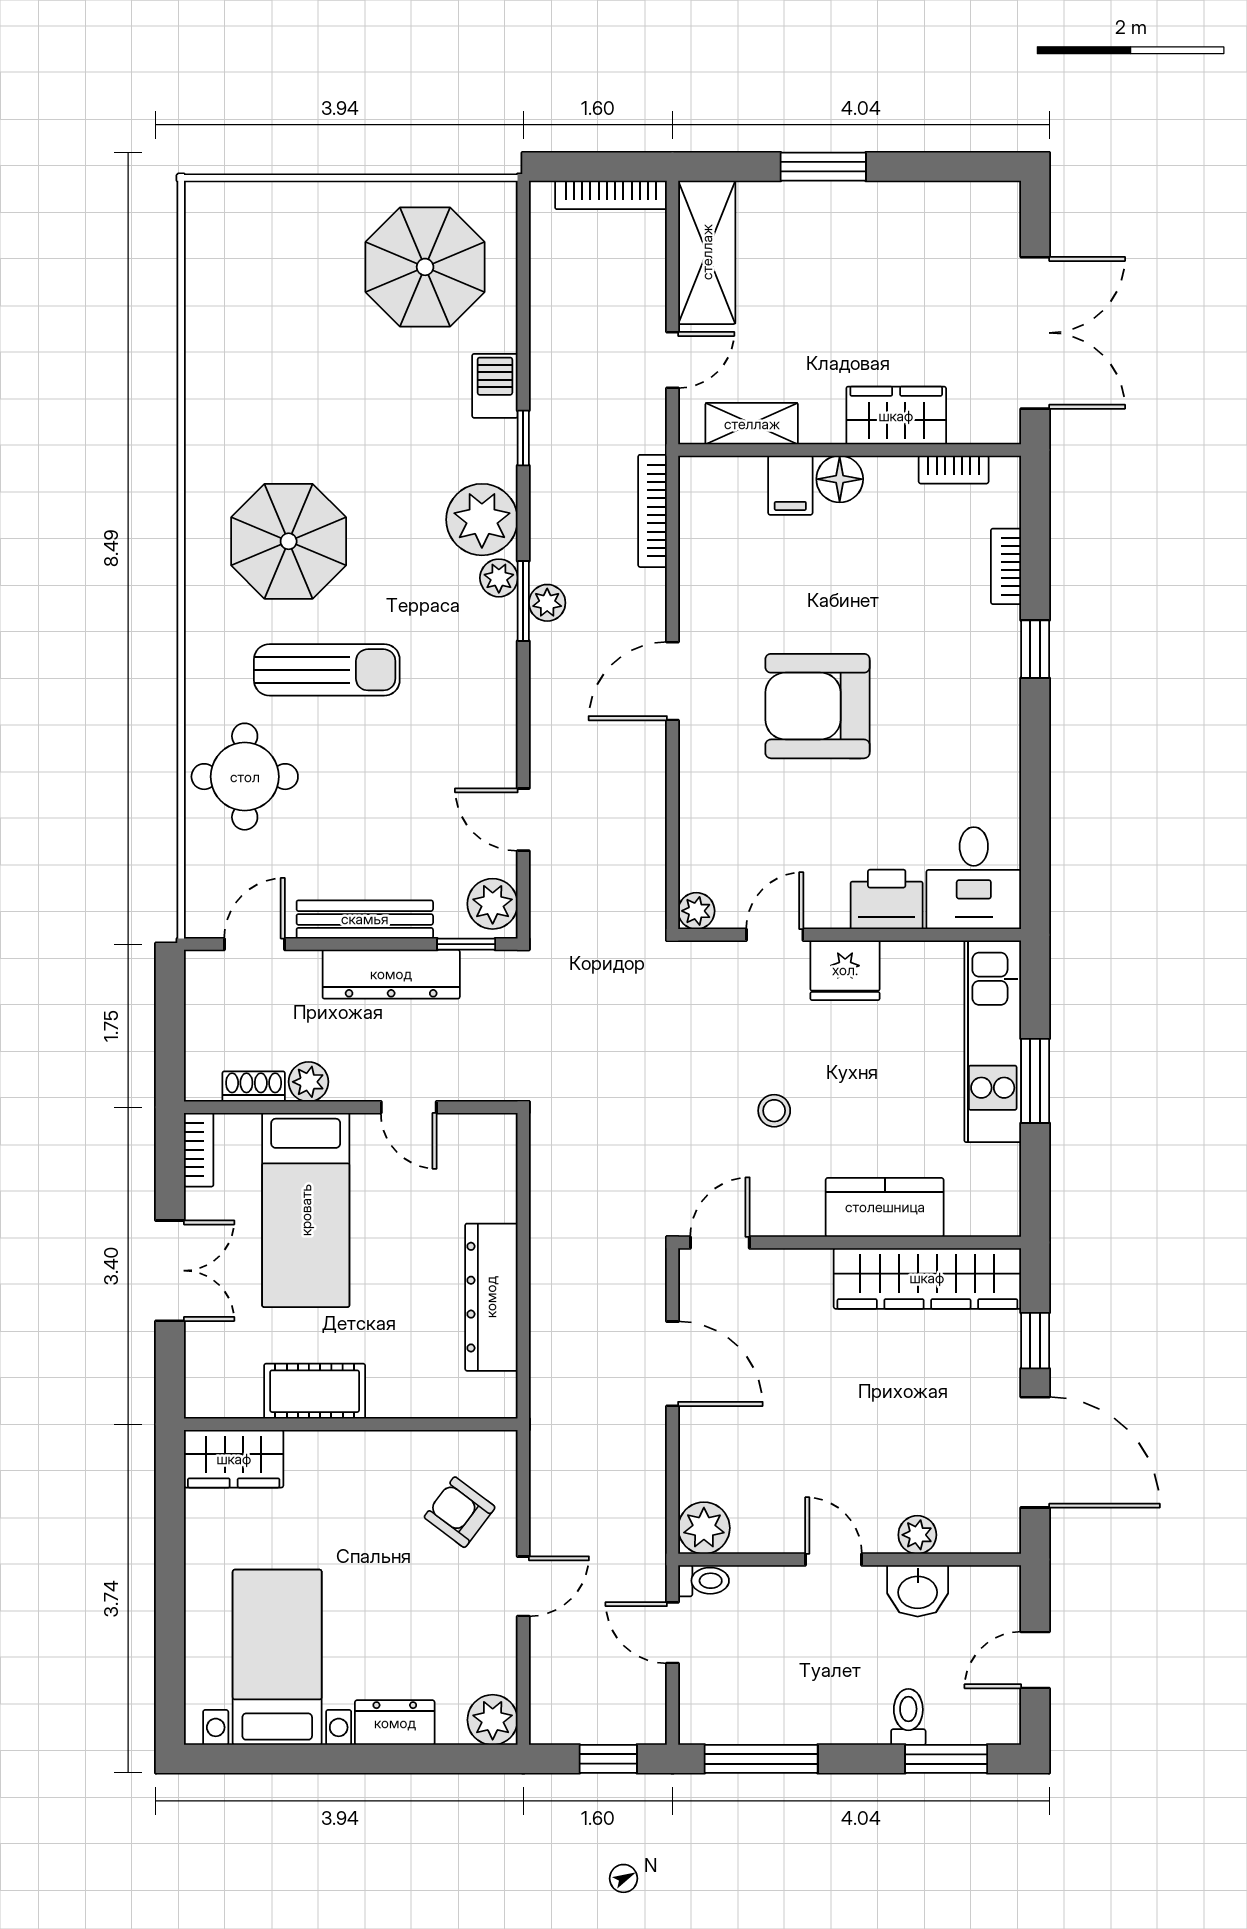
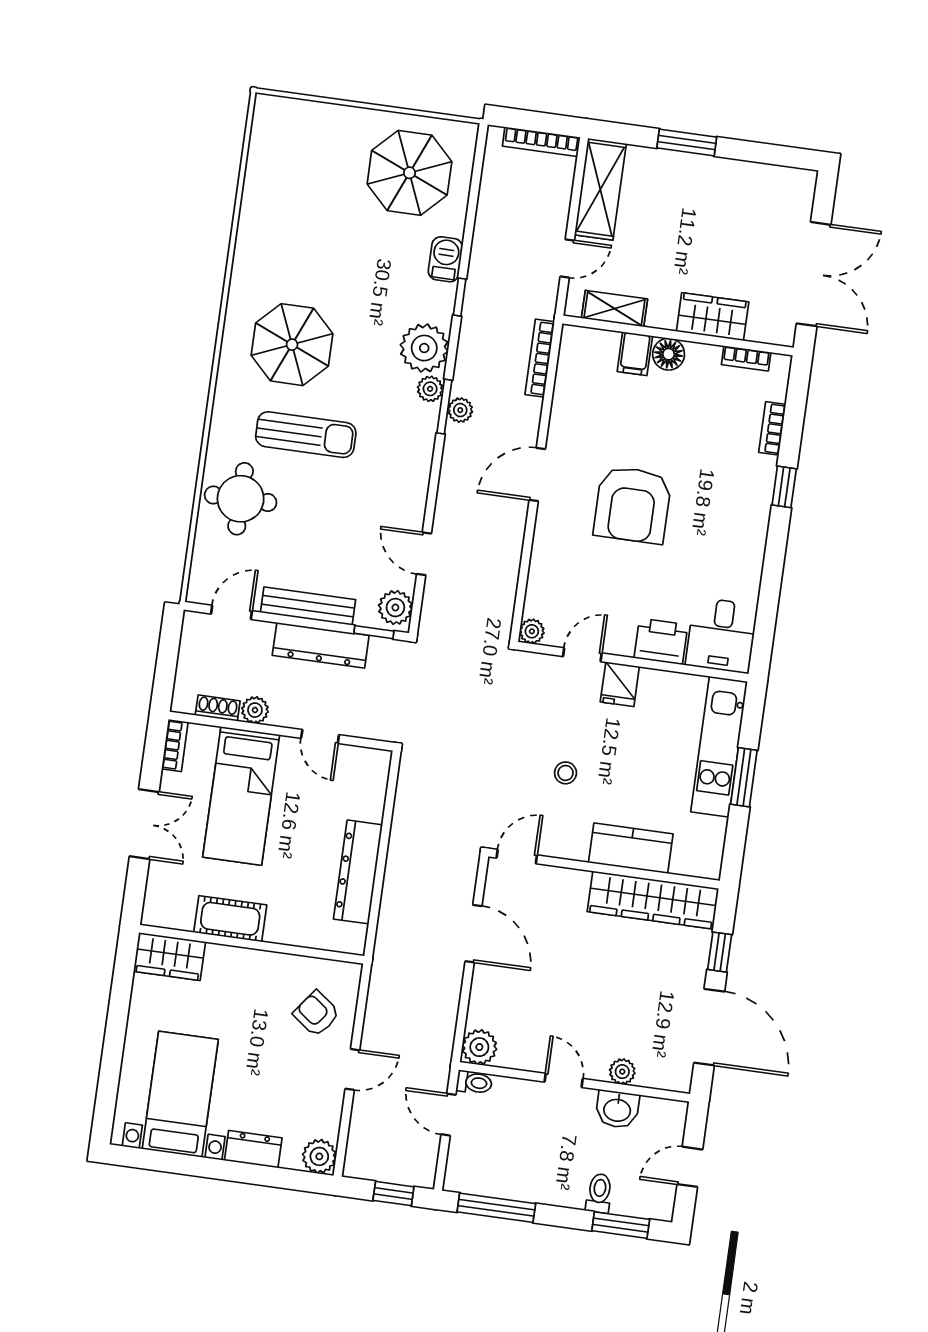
armchair: (818, 706) -> (633, 505), turned -90
fridge: (845, 970) -> (620, 684), width x0.72

